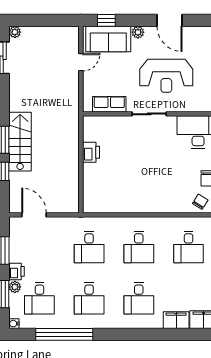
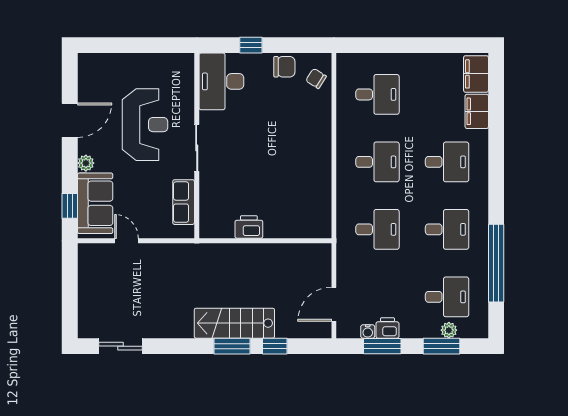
plant: (15, 32) -> (86, 330), removed
printer: (17, 271) -> (387, 328), moved
plant: (15, 287) -> (449, 330), moved
water cooler: (14, 324) -> (368, 331), moved

